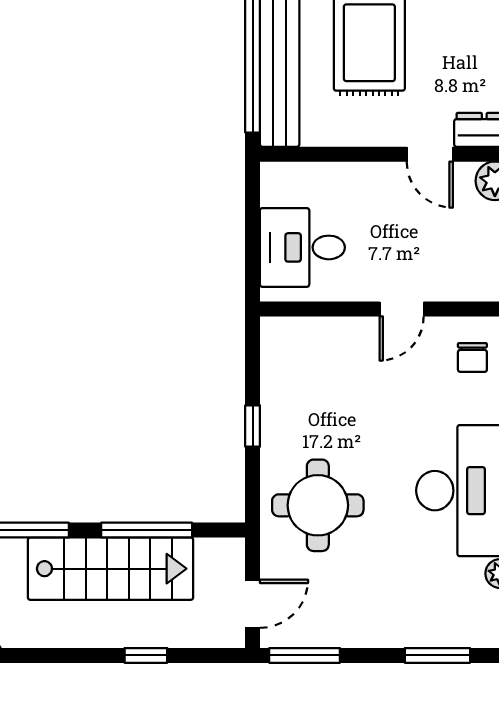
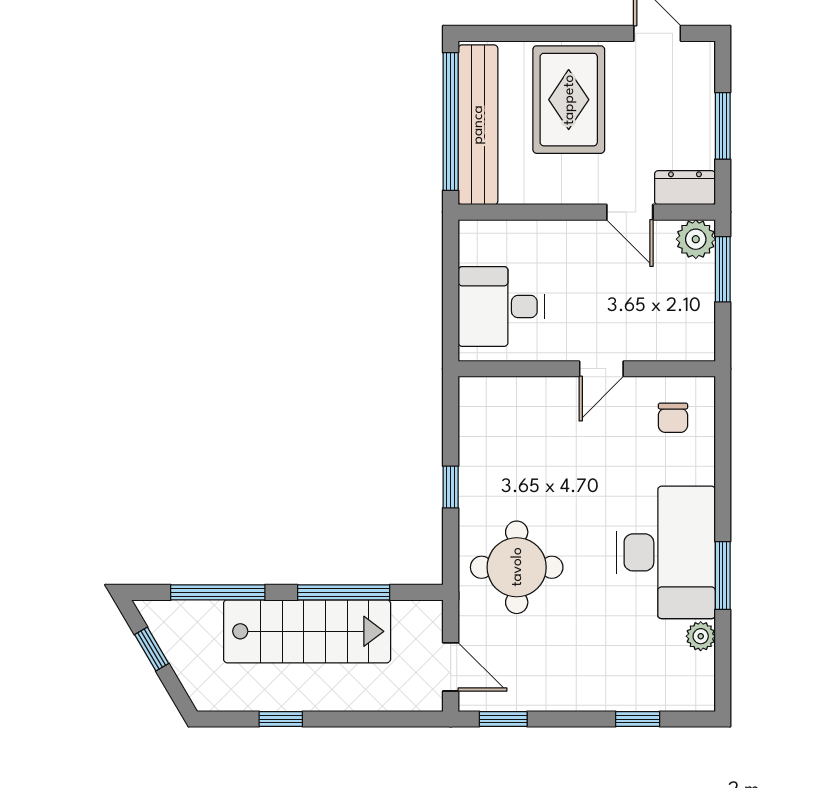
door: (253, 604) -> (451, 667), hinge flipped
window: (146, 655) -> (281, 719), moved
window: (305, 655) -> (503, 719), width x0.67
window: (437, 655) -> (638, 719), width x0.67

